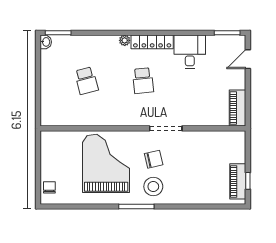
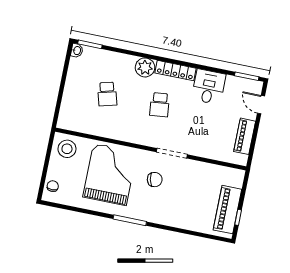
plant: (125, 40) -> (145, 67), width x1.87, depth x1.87
door: (248, 59) -> (261, 105), hinge flipped
piano: (238, 108) -> (245, 136), moved
piano: (238, 181) -> (227, 210), width x1.37, depth x1.33
stool: (153, 187) -> (67, 149), moved

